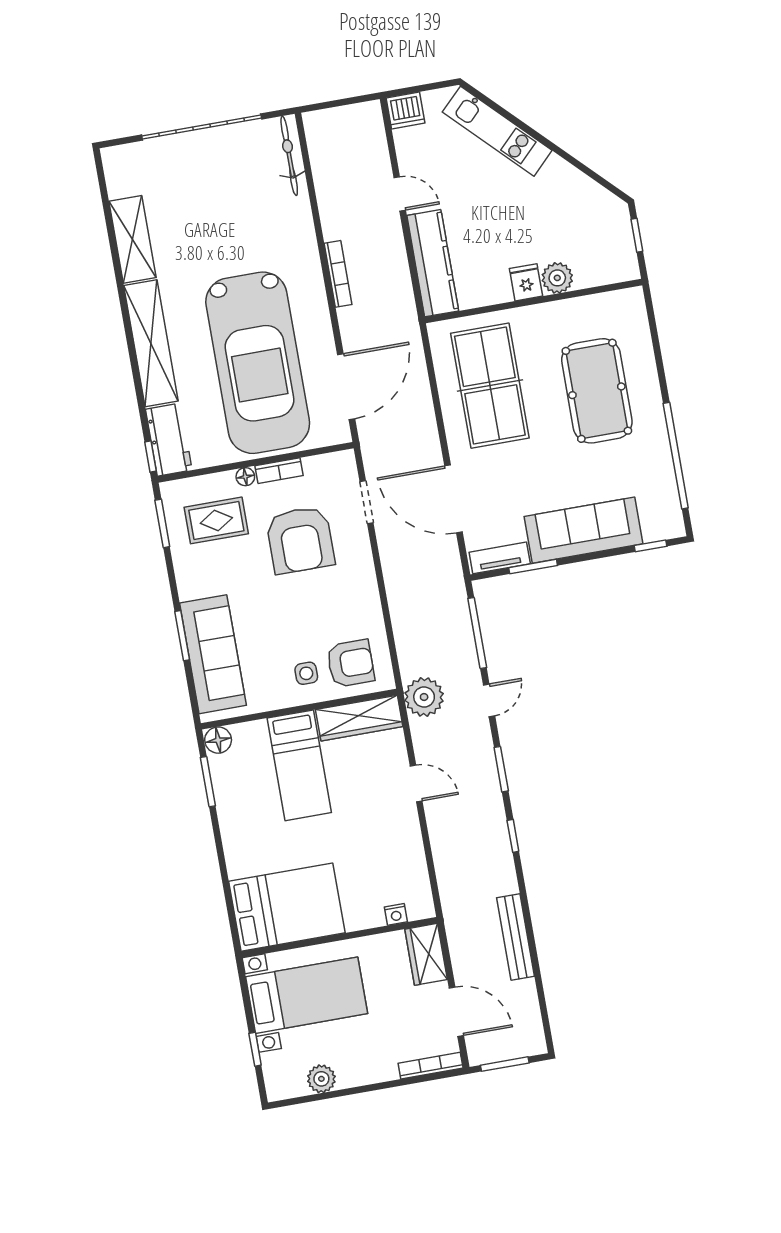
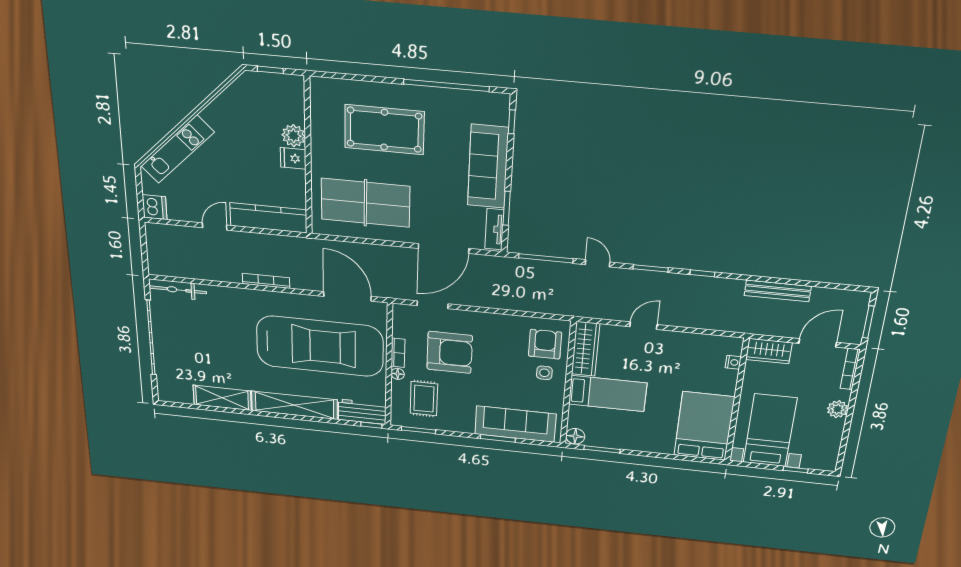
plant: (424, 697) -> (583, 305), removed
plant: (321, 1079) -> (838, 409), moved

